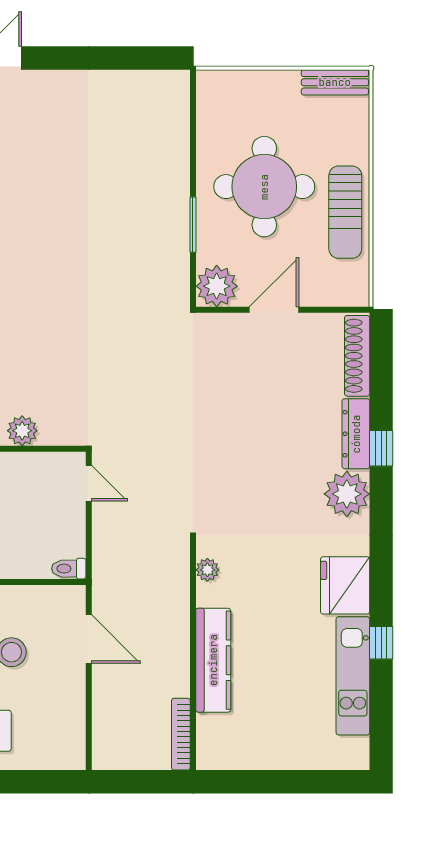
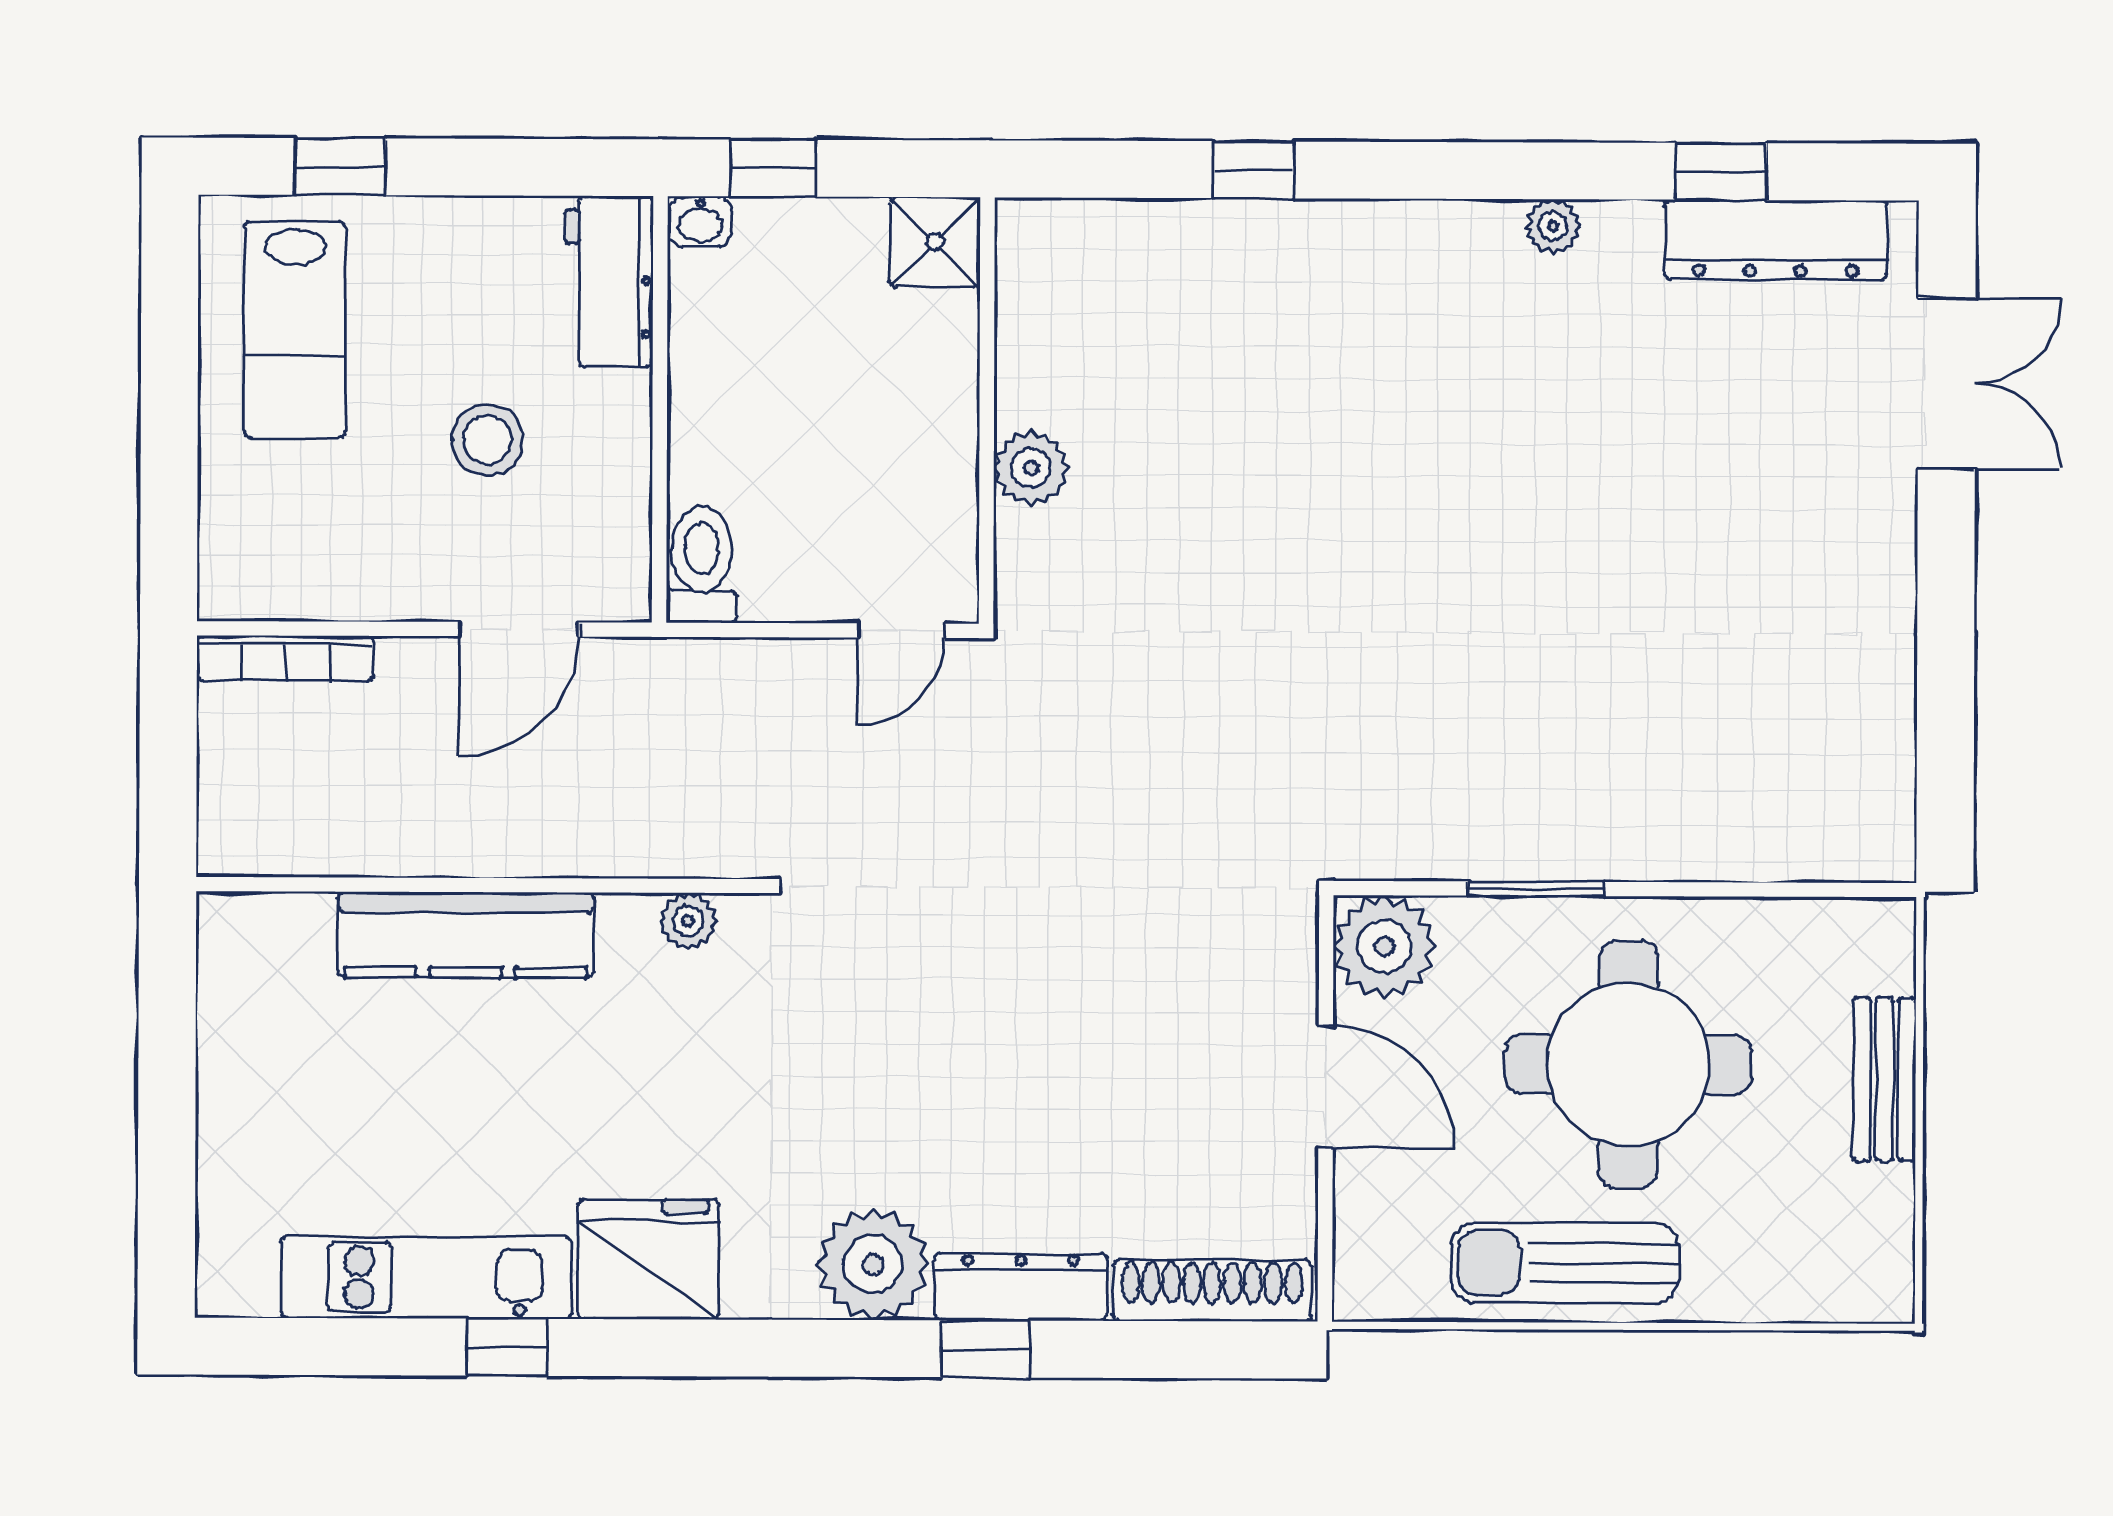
bench: (335, 82) -> (1884, 1079), moved
toilet: (69, 569) -> (702, 565), width x1.37, depth x1.39
bookcase: (181, 734) -> (285, 658), moved, turned 180

